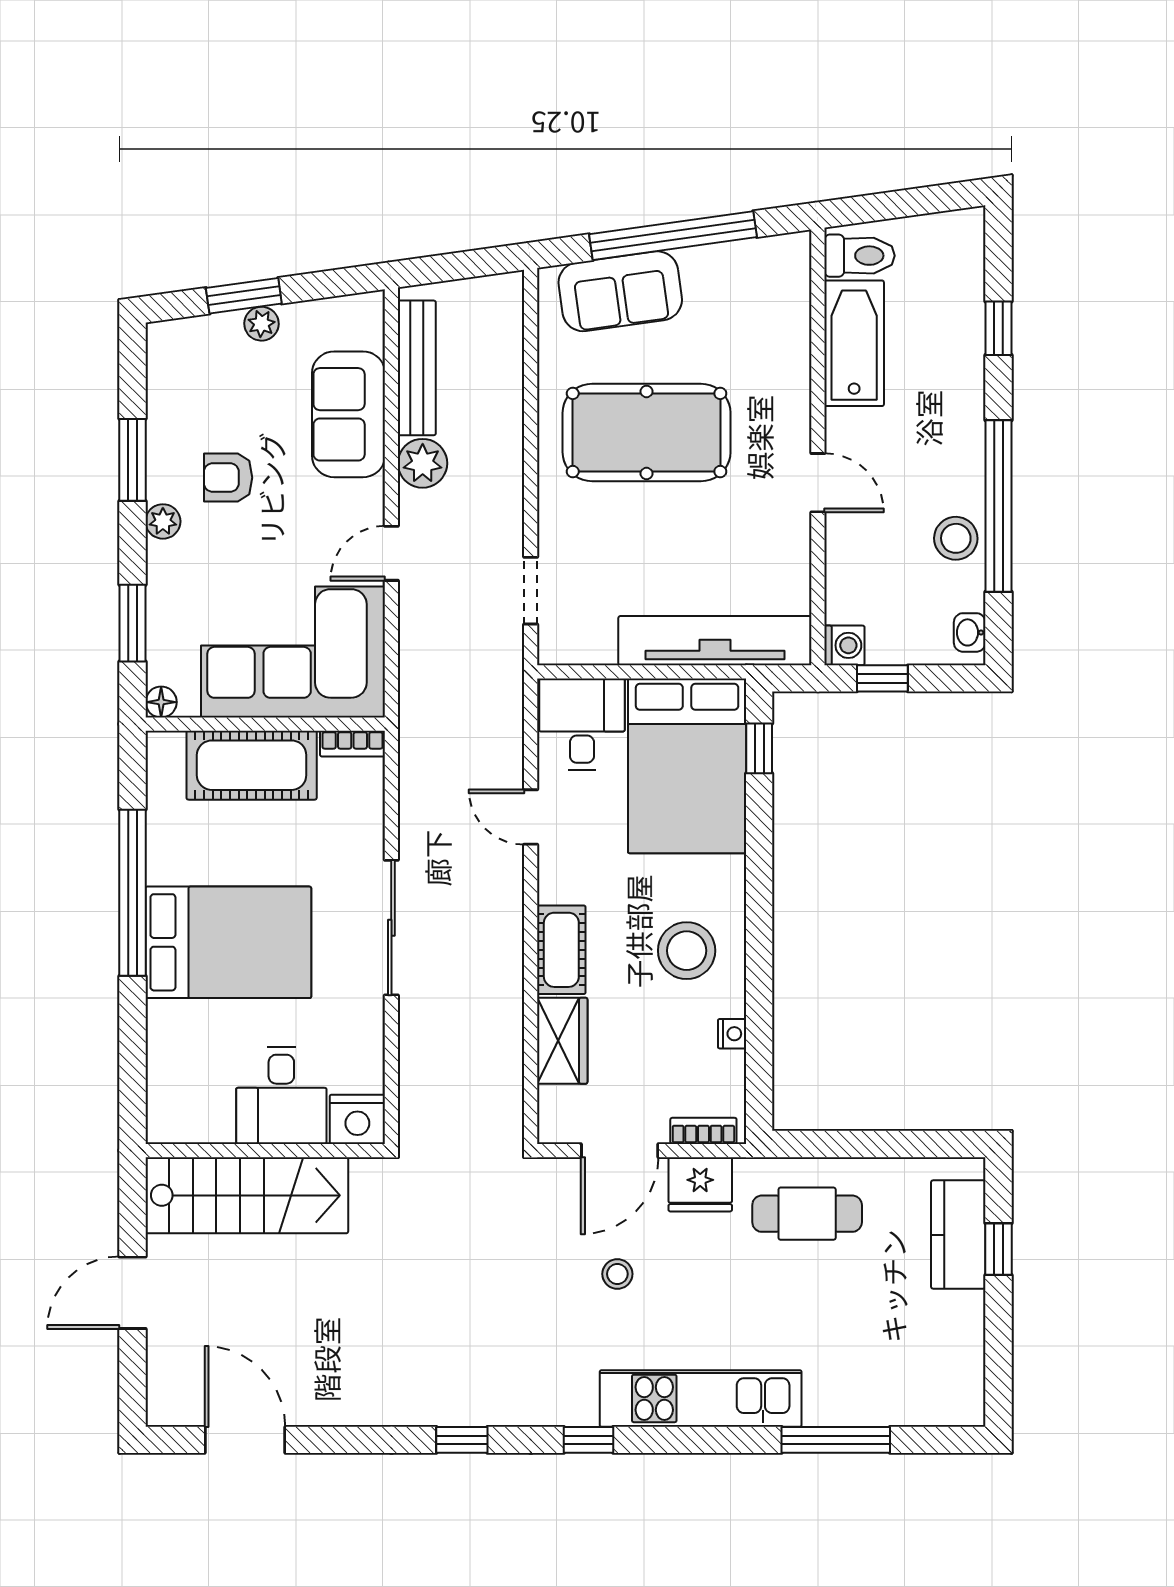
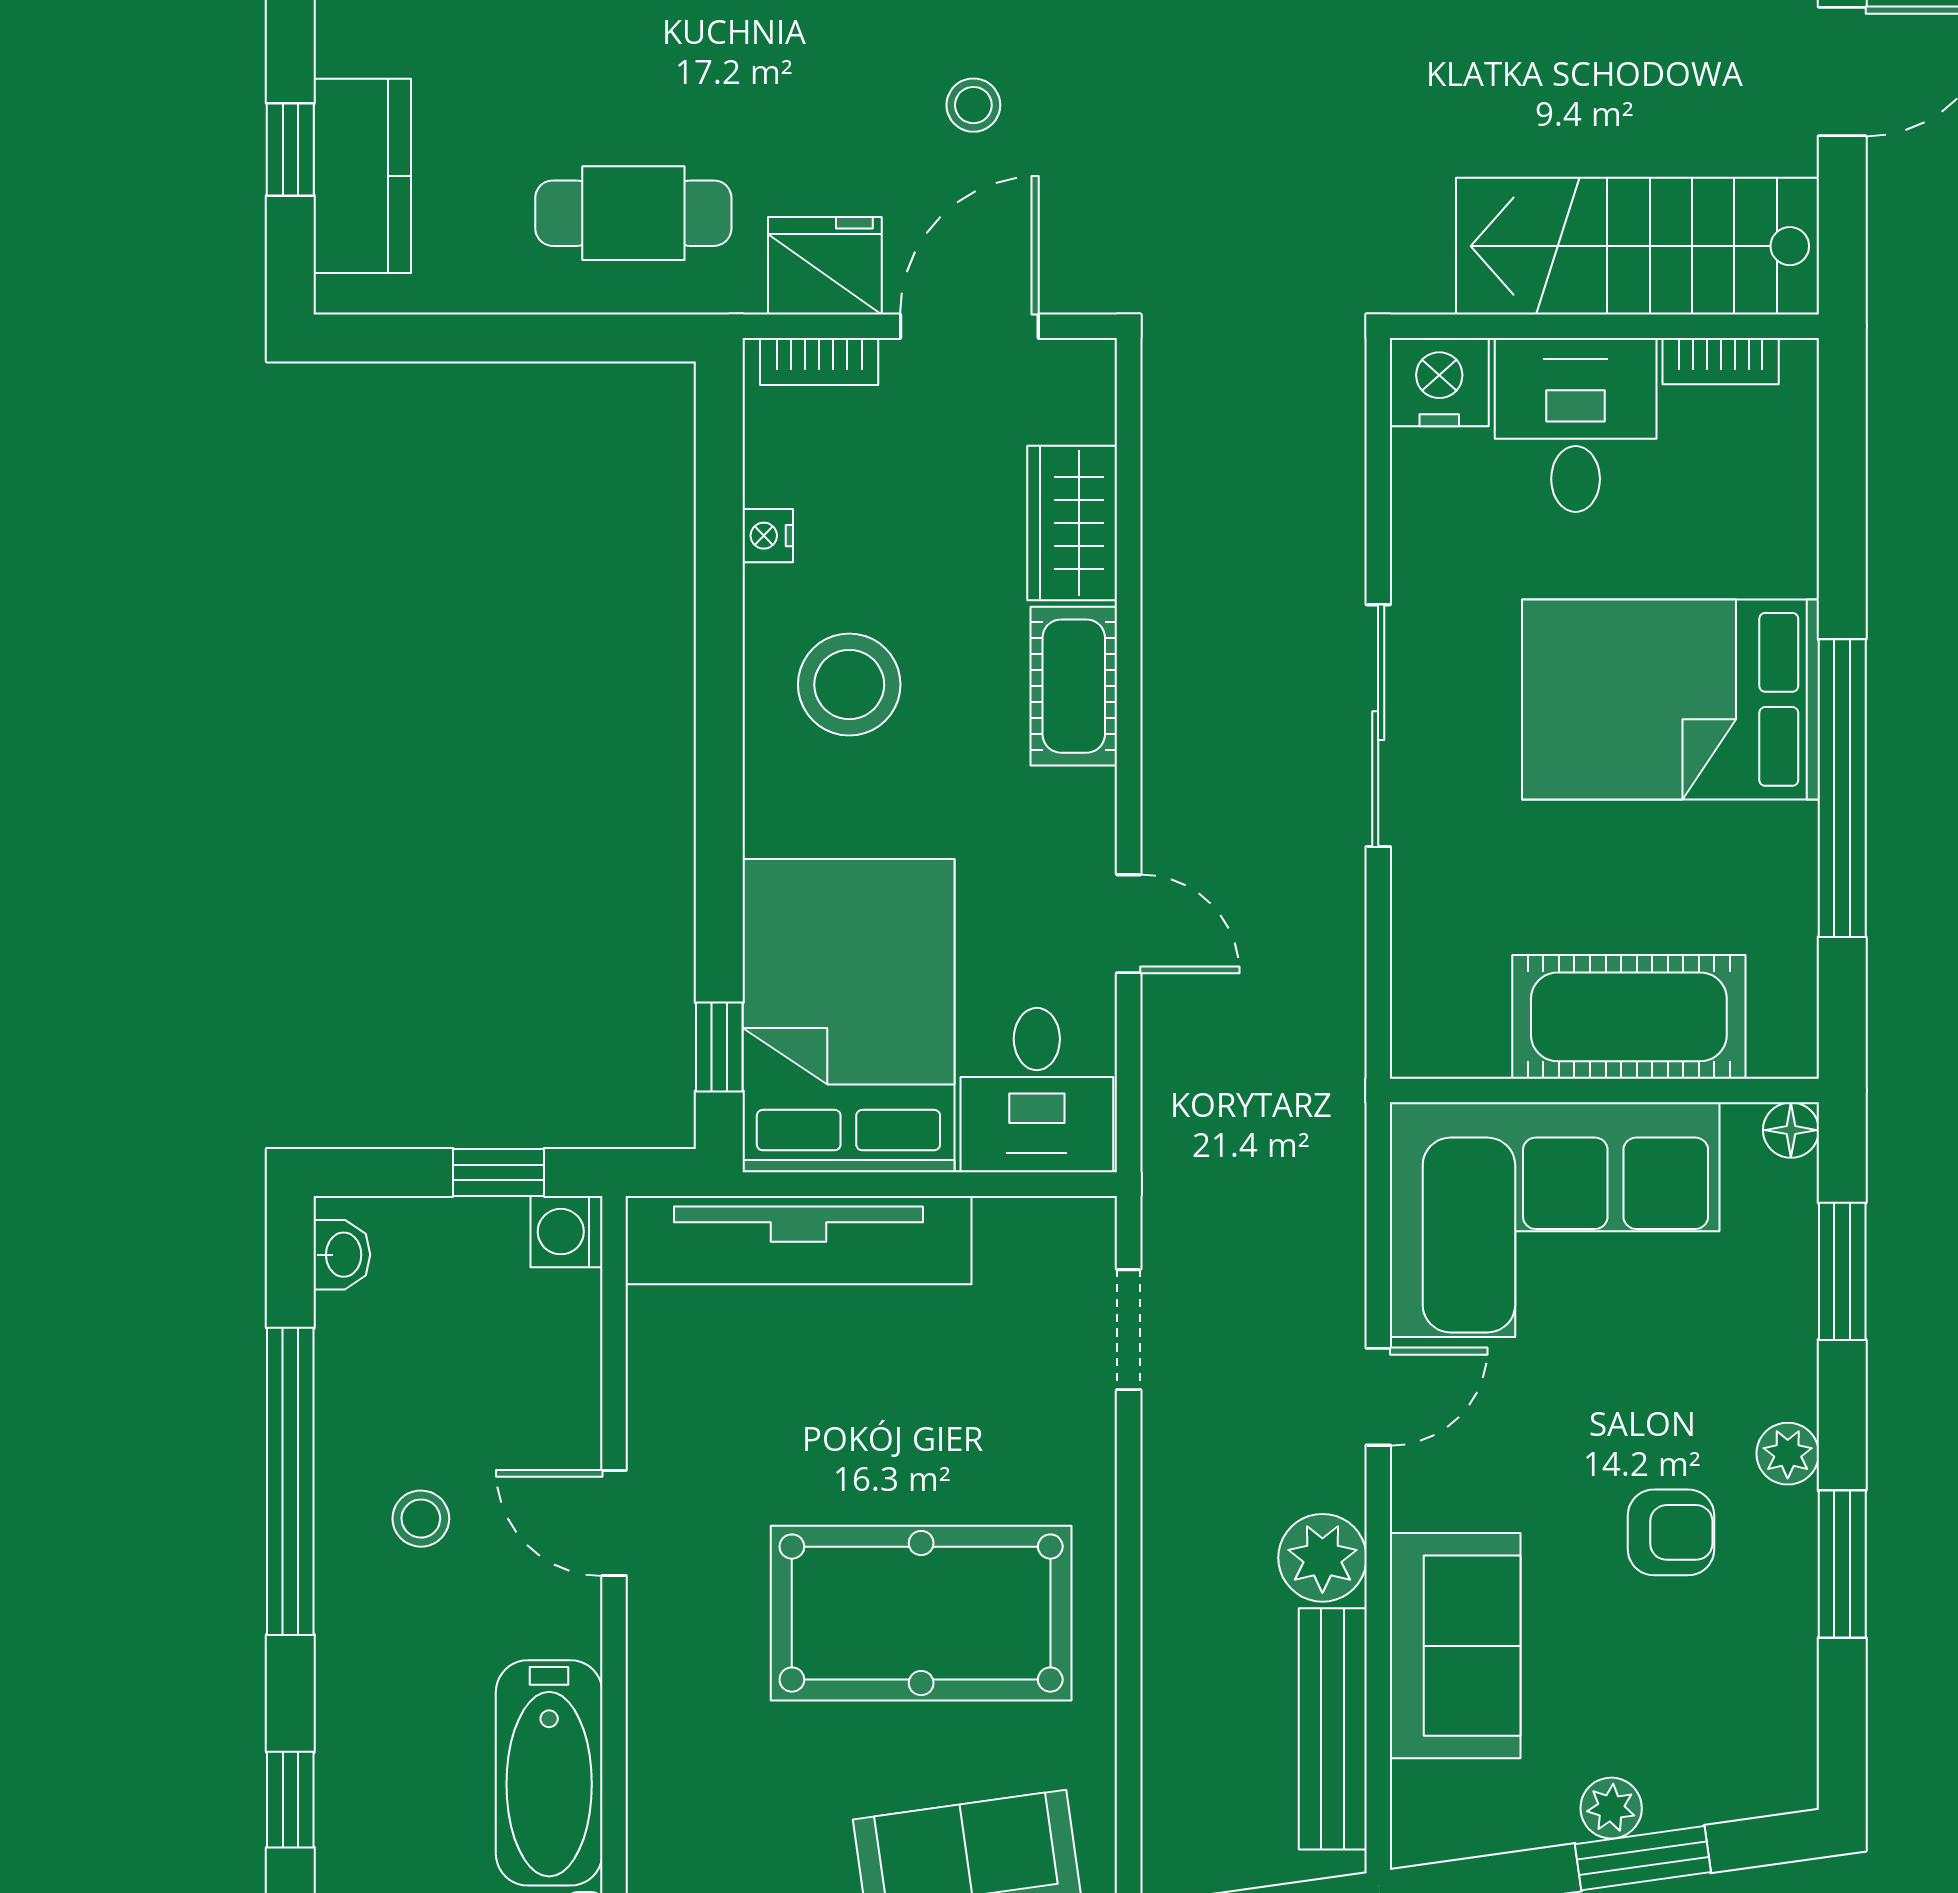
stool: (956, 538) -> (421, 1519), moved, width x0.73, depth x0.73
bookcase: (352, 744) -> (1721, 361), moved, turned 180

